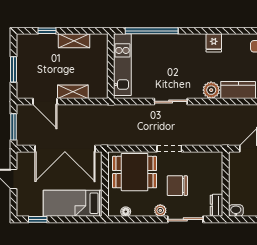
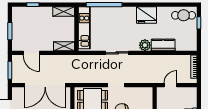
shelving: (74, 41) -> (64, 12), moved
fridge: (214, 43) -> (147, 15), width x1.88, depth x1.34
shelving: (73, 92) -> (64, 46), moved

